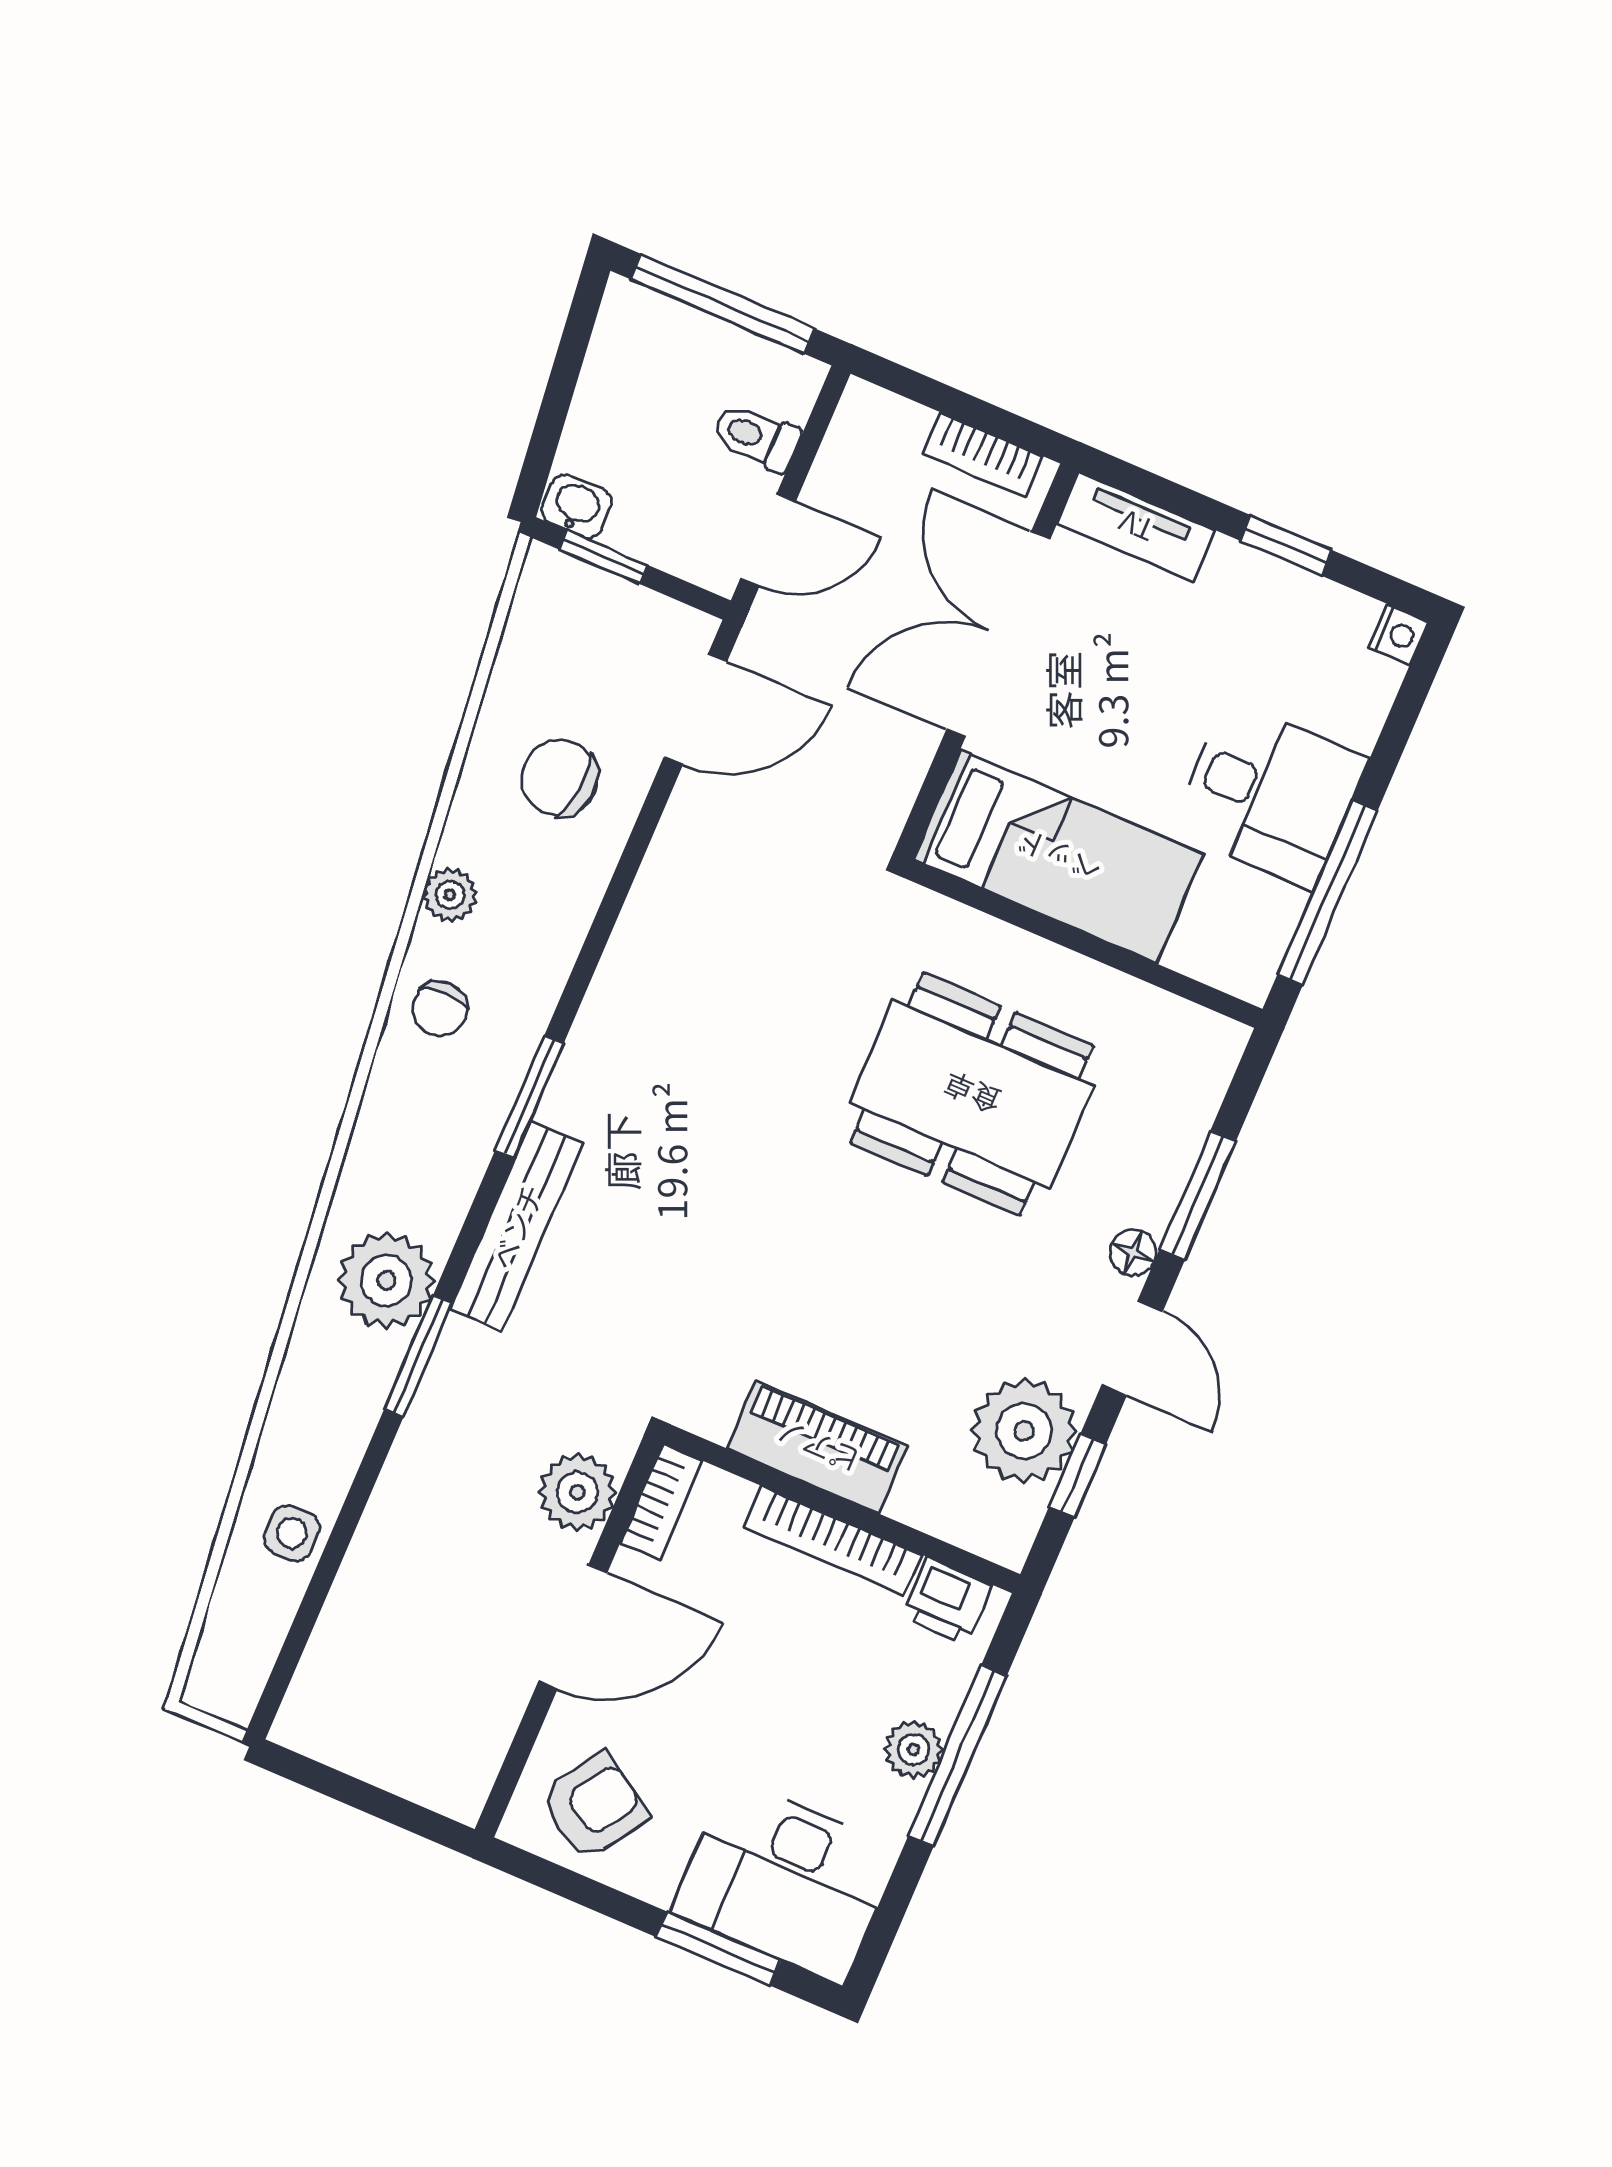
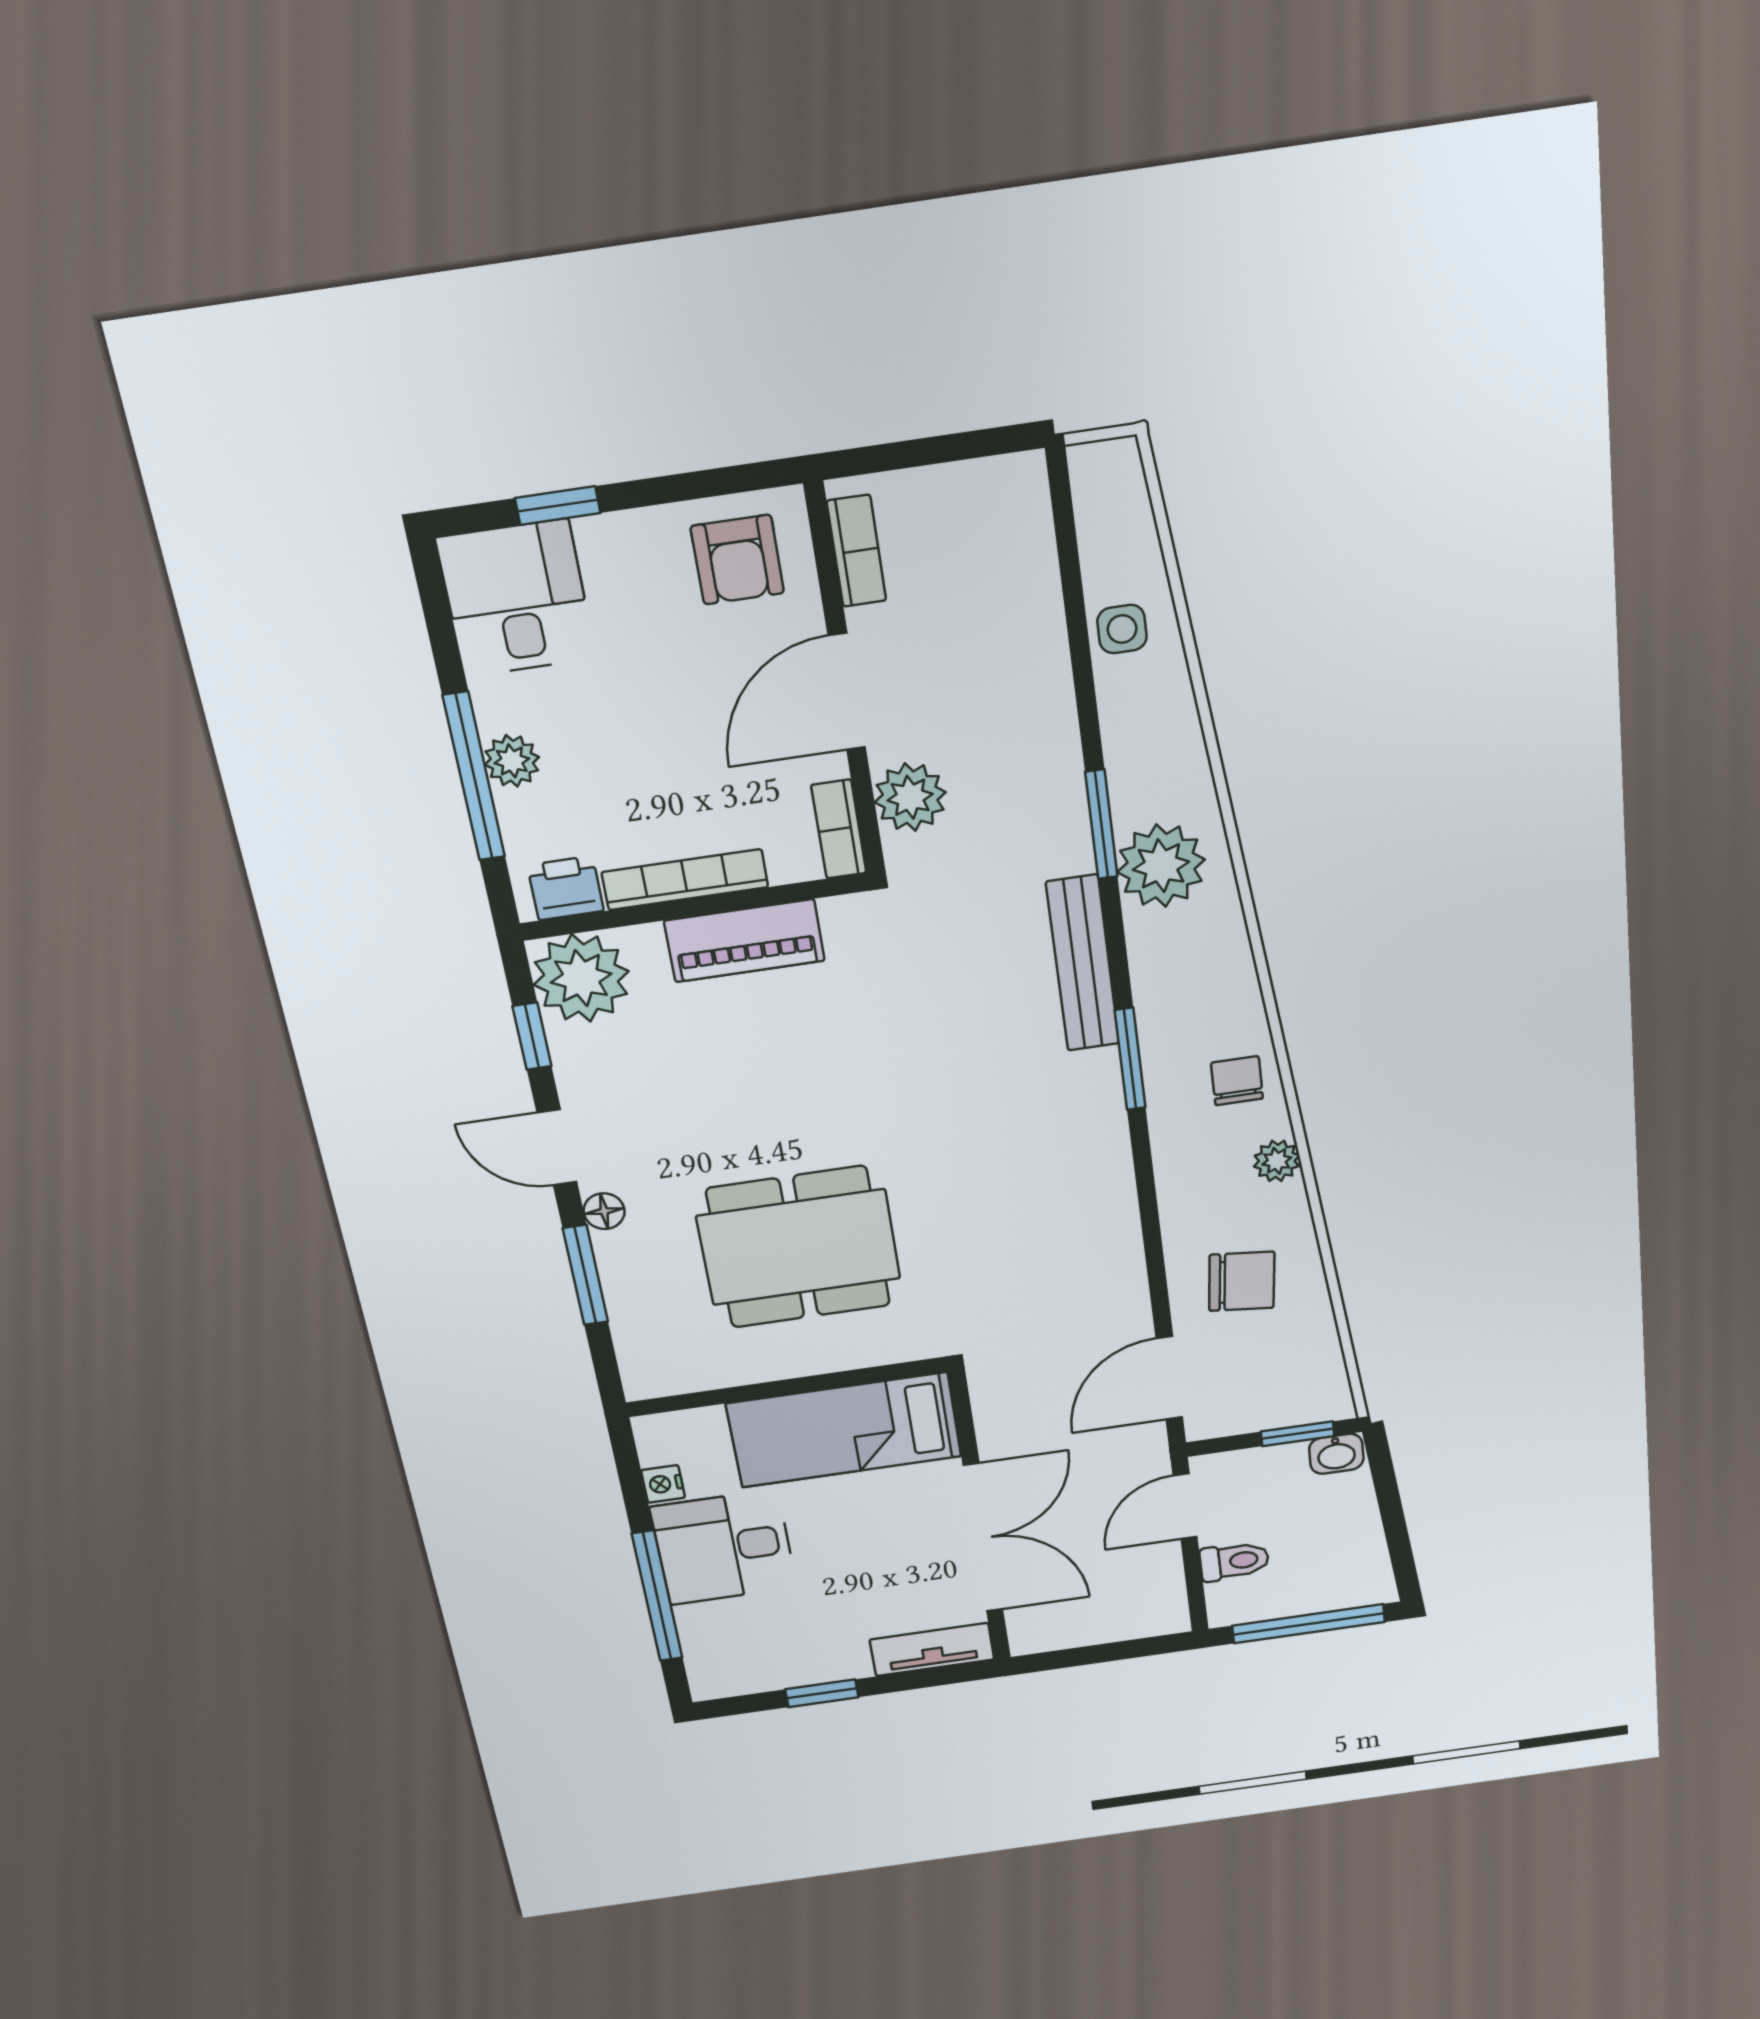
bookcase: (983, 455) -> (856, 551), moved, turned 90
nightstand: (1399, 634) -> (663, 1484), moved
window: (1327, 893) -> (657, 1596), moved
plant: (1024, 1431) -> (581, 978), moved
armchair: (594, 1806) -> (737, 560), turned -33
desk: (785, 1881) -> (516, 598), width x0.73
window: (718, 1949) -> (558, 506), width x0.67

